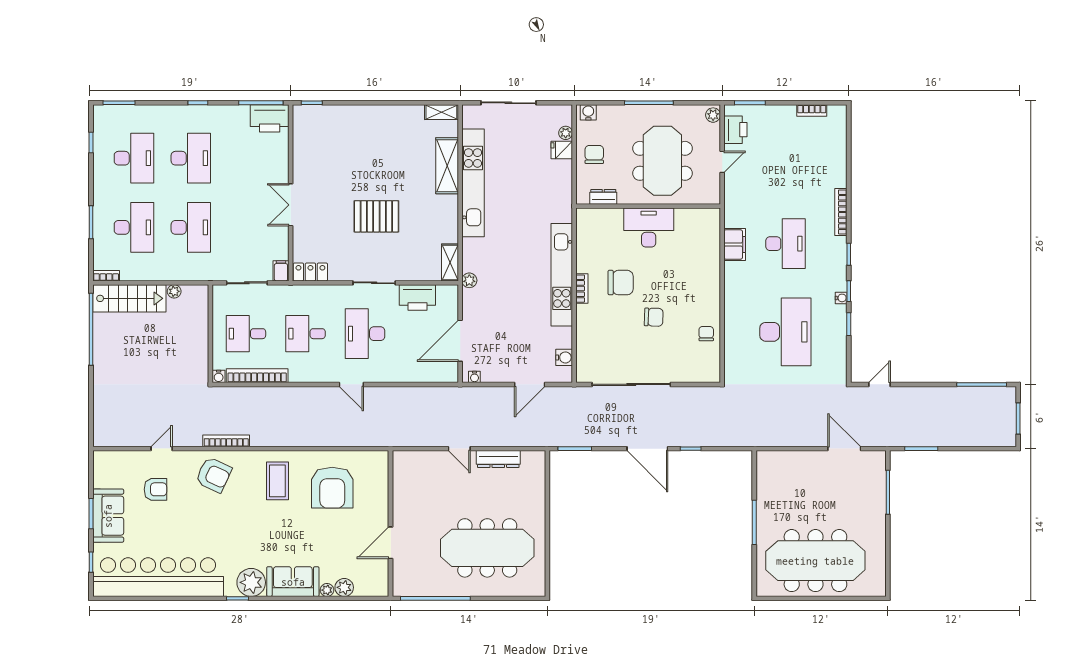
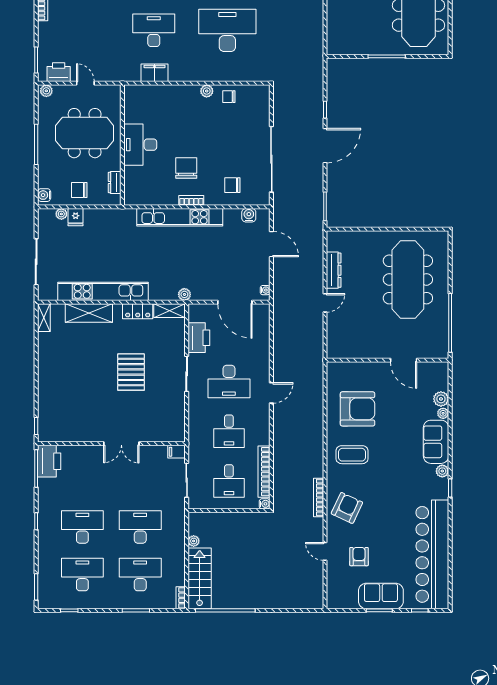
locker: (310, 272) -> (138, 311), moved, turned -90
plant: (713, 307) -> (207, 91), added
chair: (654, 317) -> (232, 185), moved, turned -92
plant: (251, 582) -> (442, 471), width x0.53, depth x0.53

